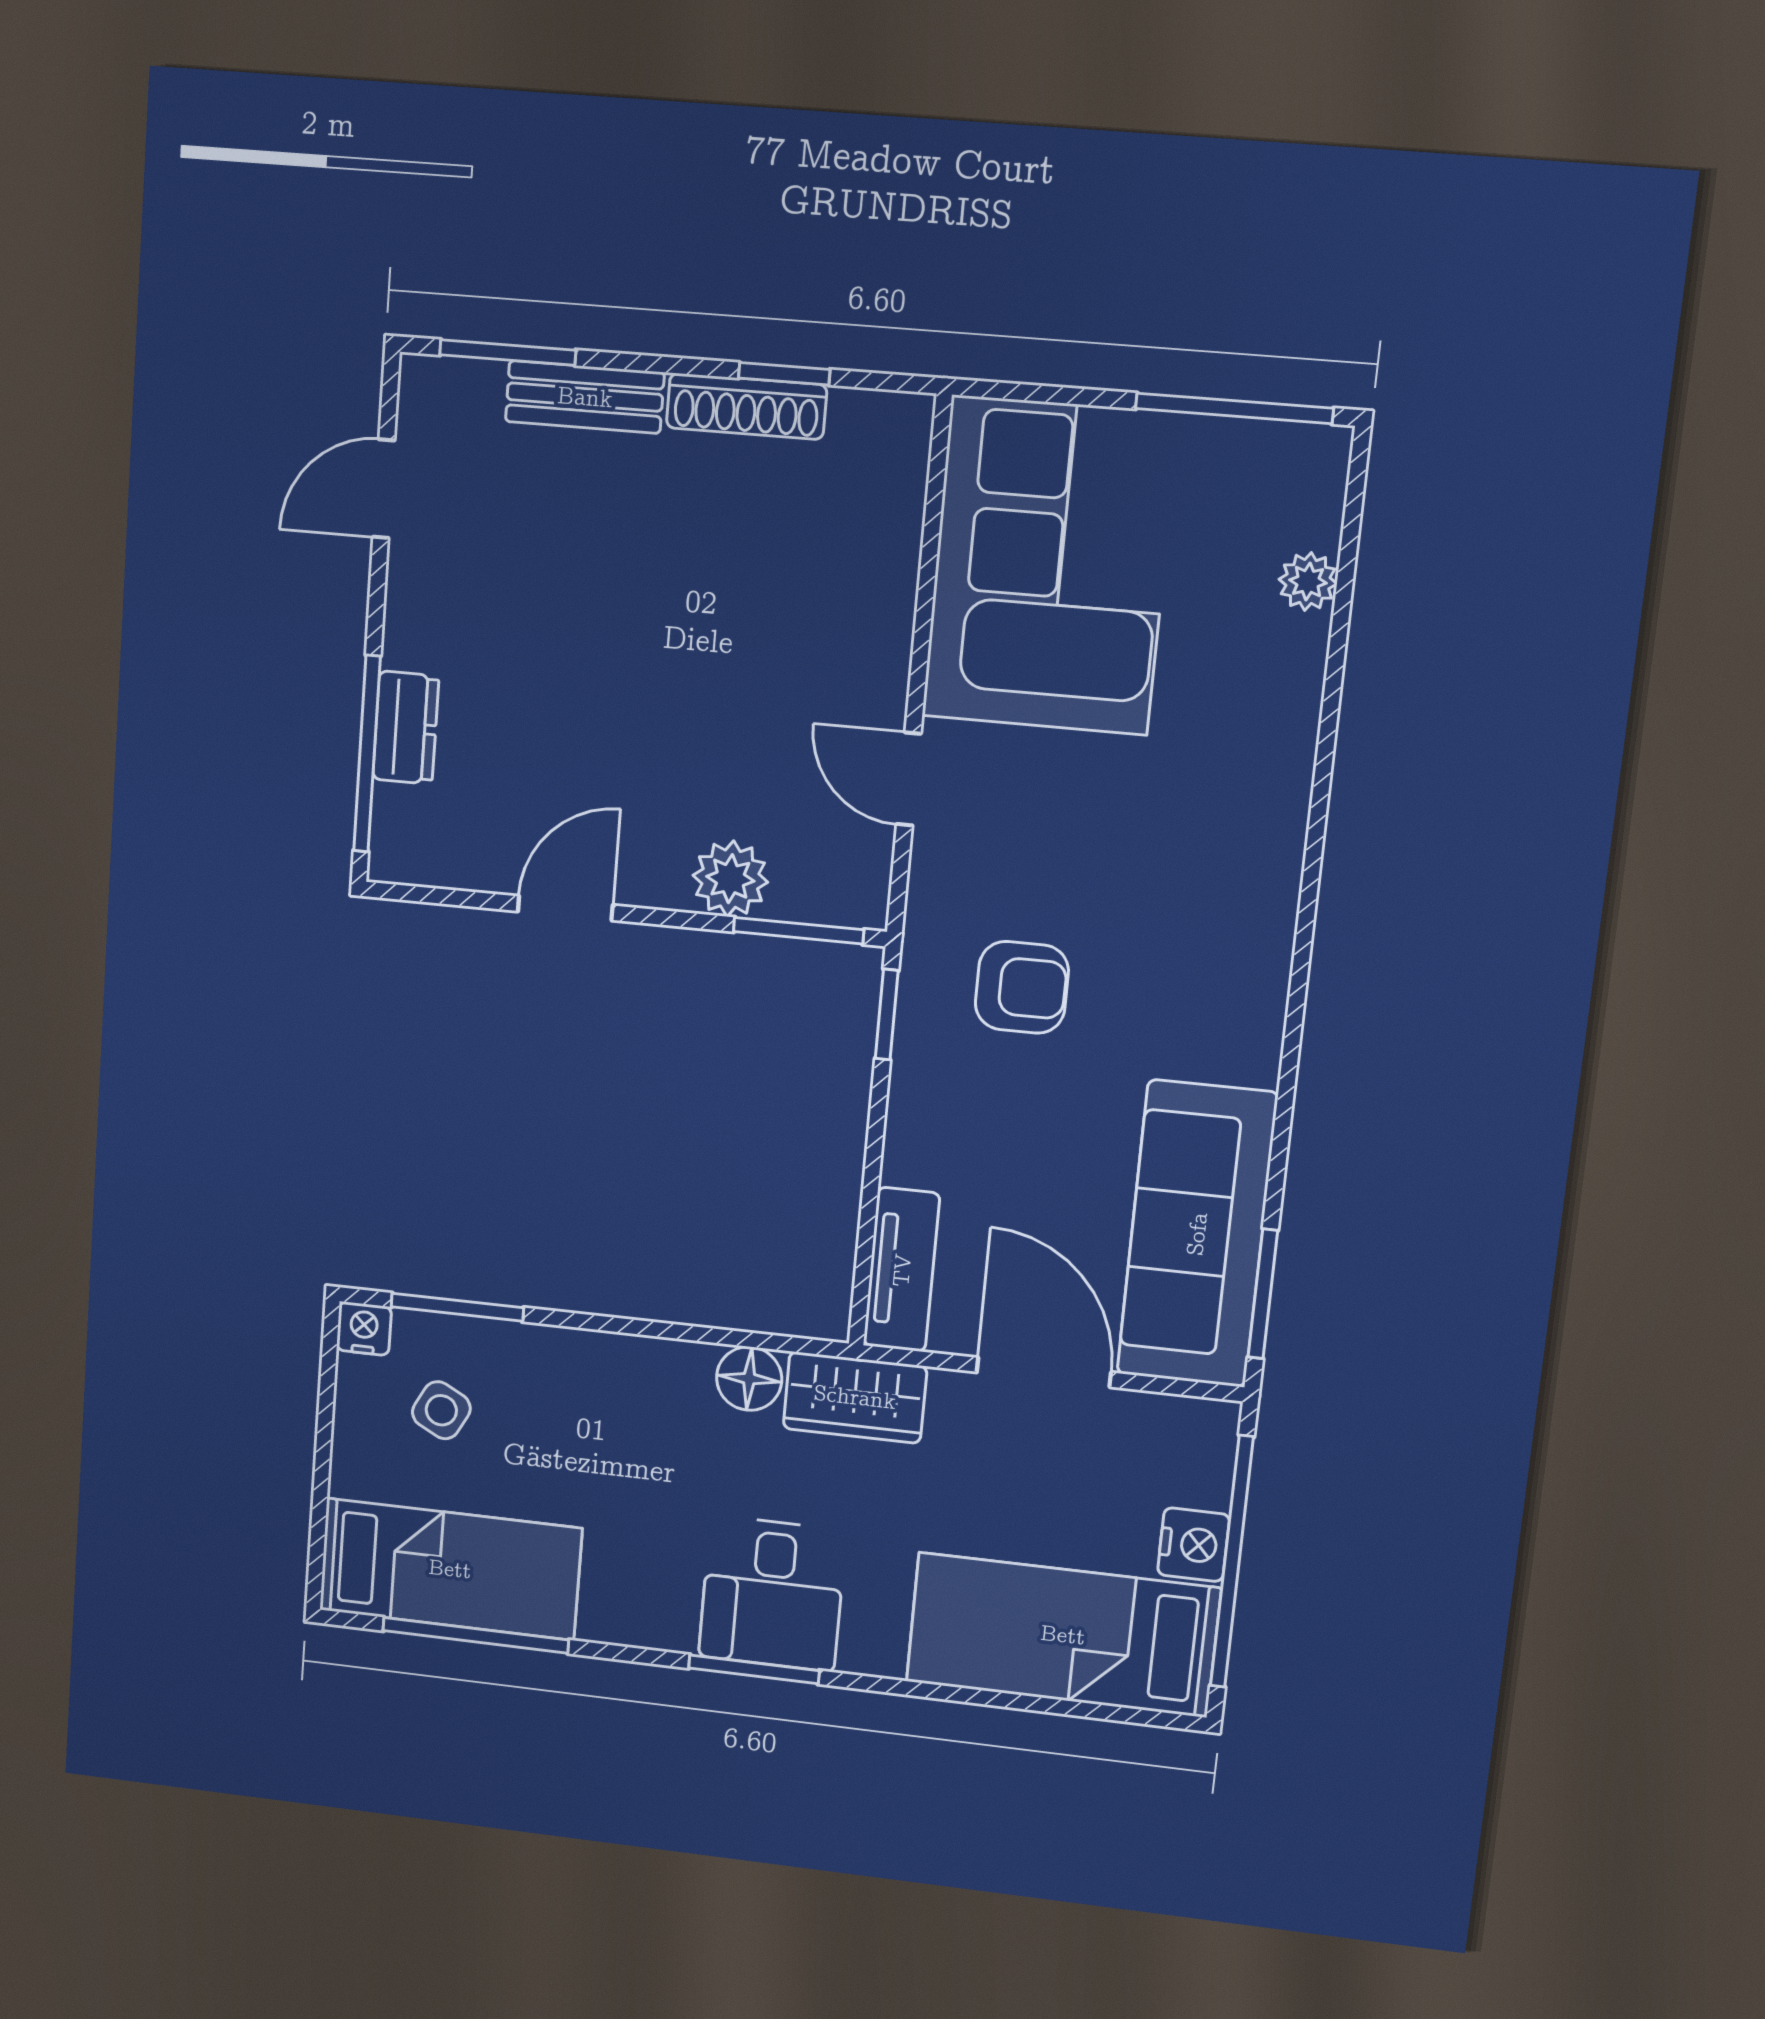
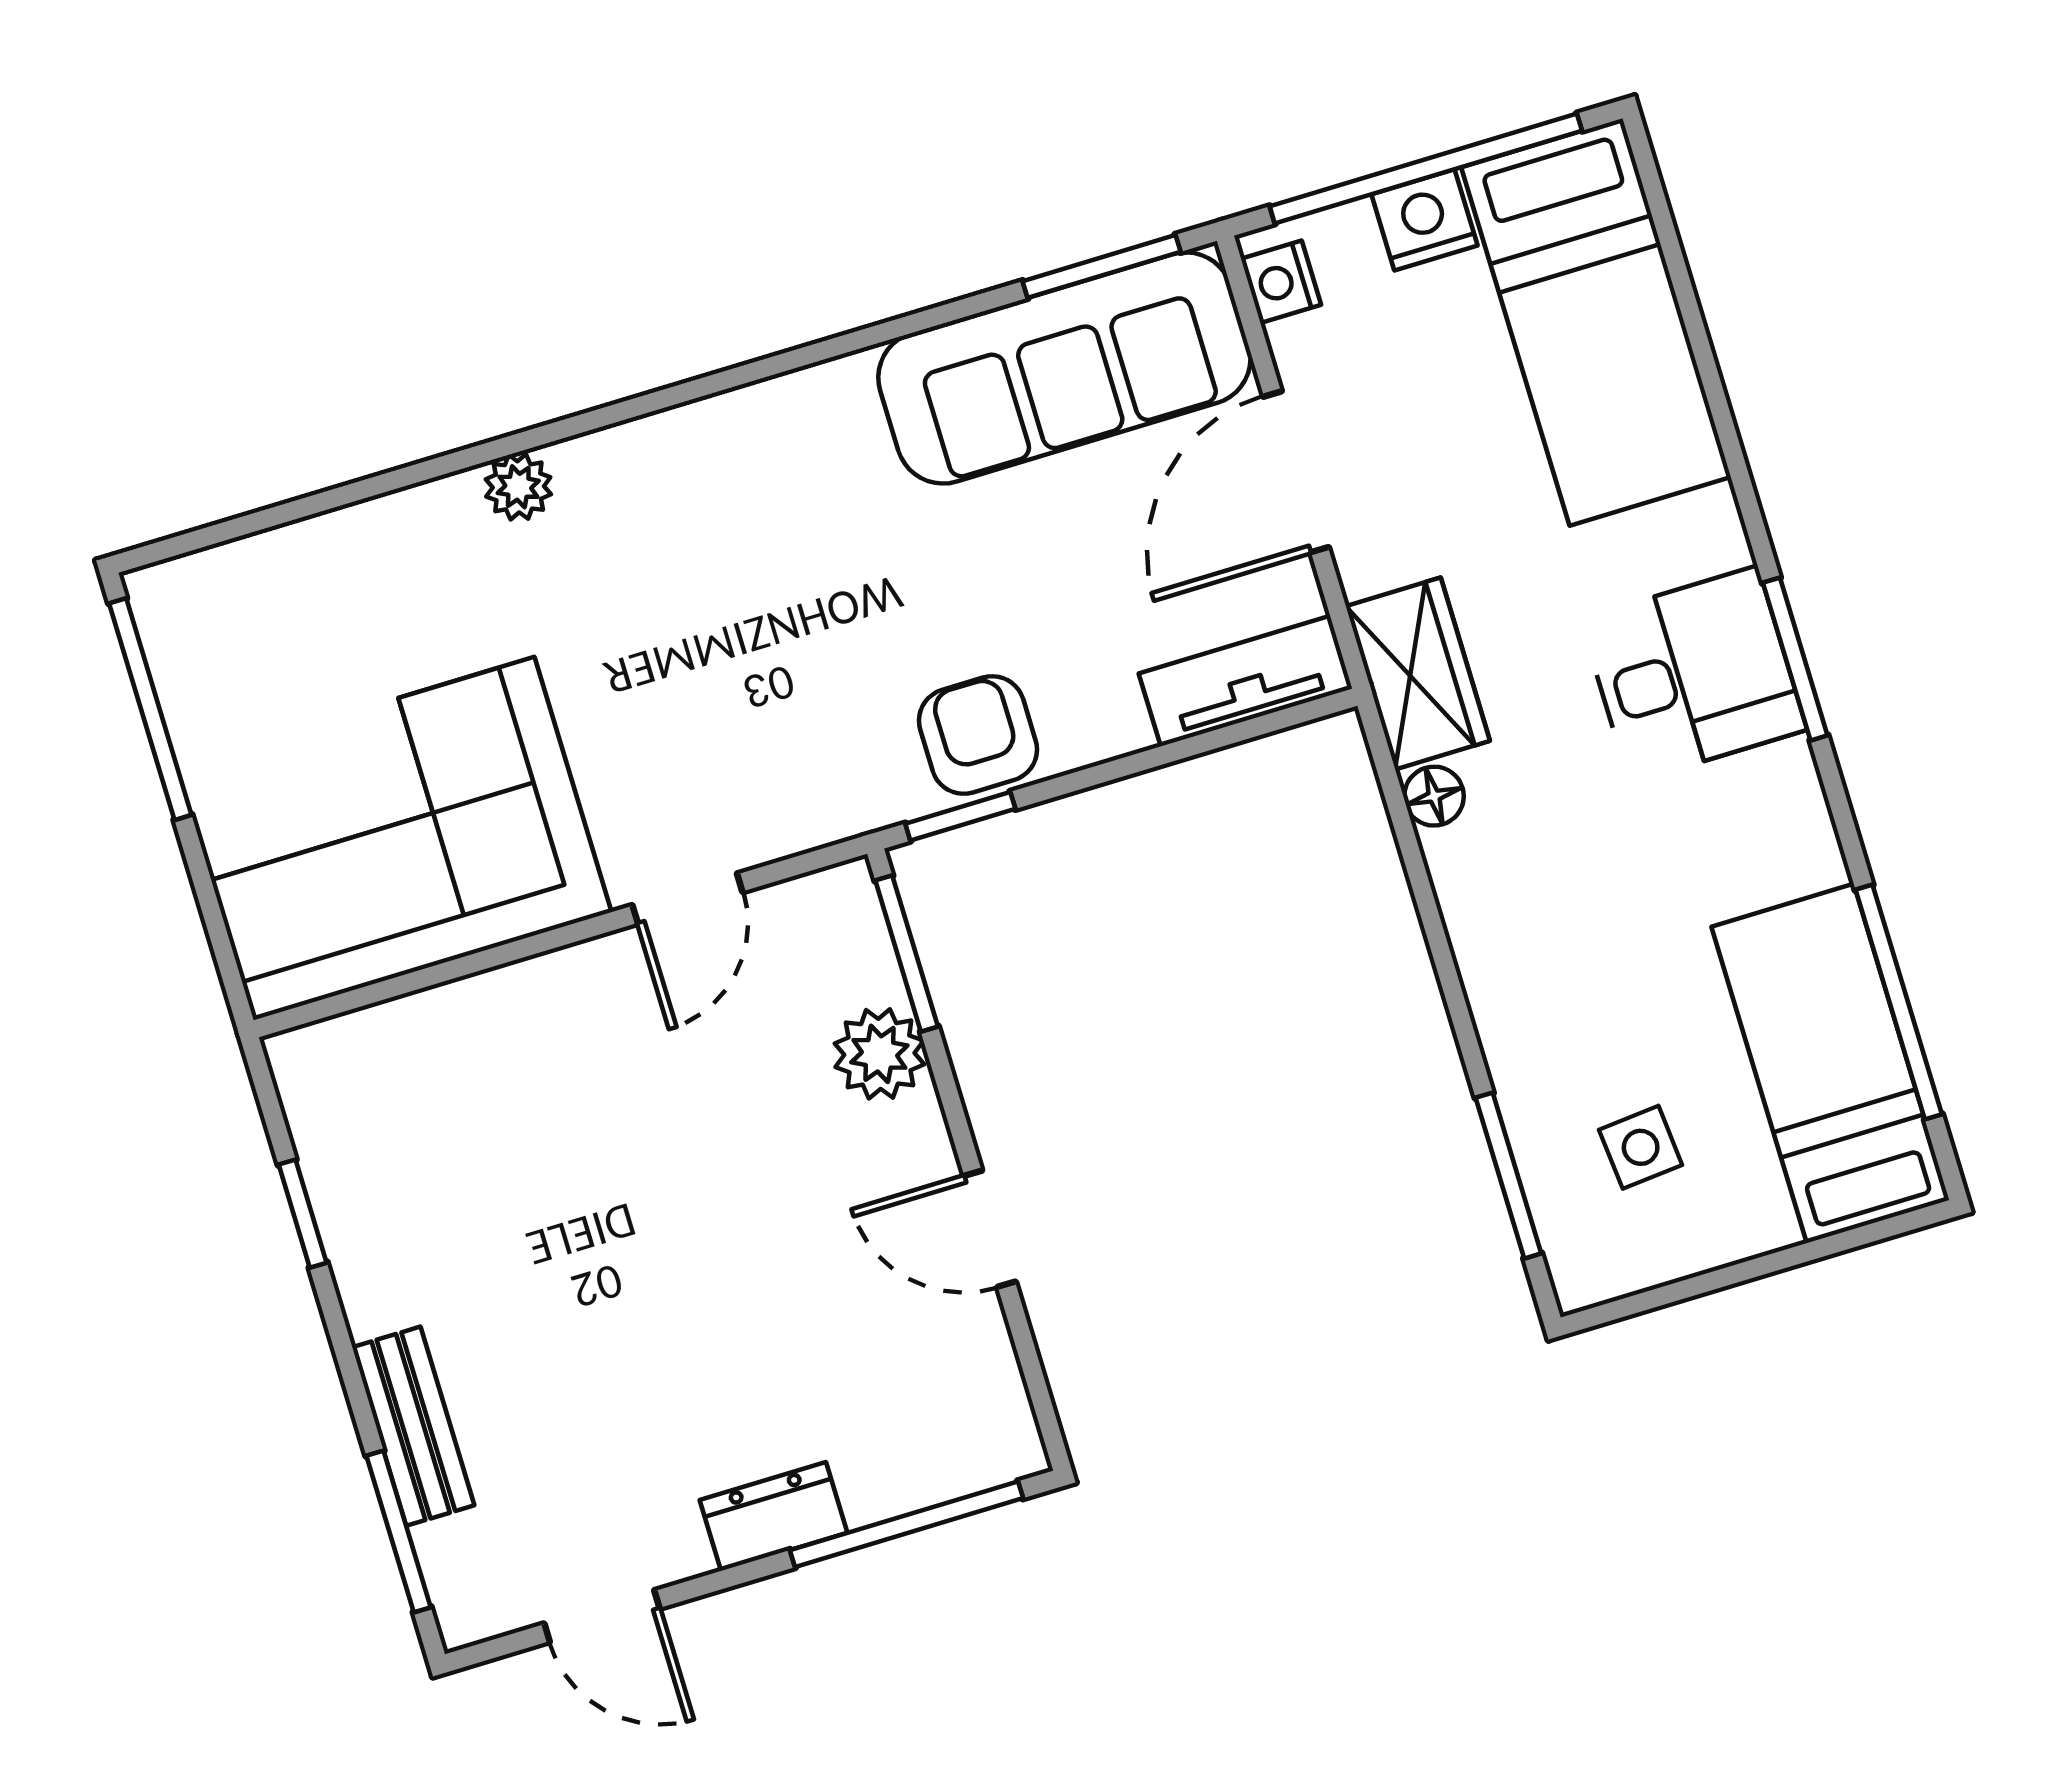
shoe rack: (746, 406) -> (354, 1242), removed
plant: (1308, 581) -> (518, 487), moved
dresser: (406, 728) -> (773, 1516), moved
armchair: (1022, 987) -> (978, 735), moved
nightstand: (364, 1329) -> (1281, 282), moved
floor lamp: (749, 1379) -> (1434, 796), width x0.73, depth x0.73
side table: (441, 1410) -> (1641, 1147), turned -33

